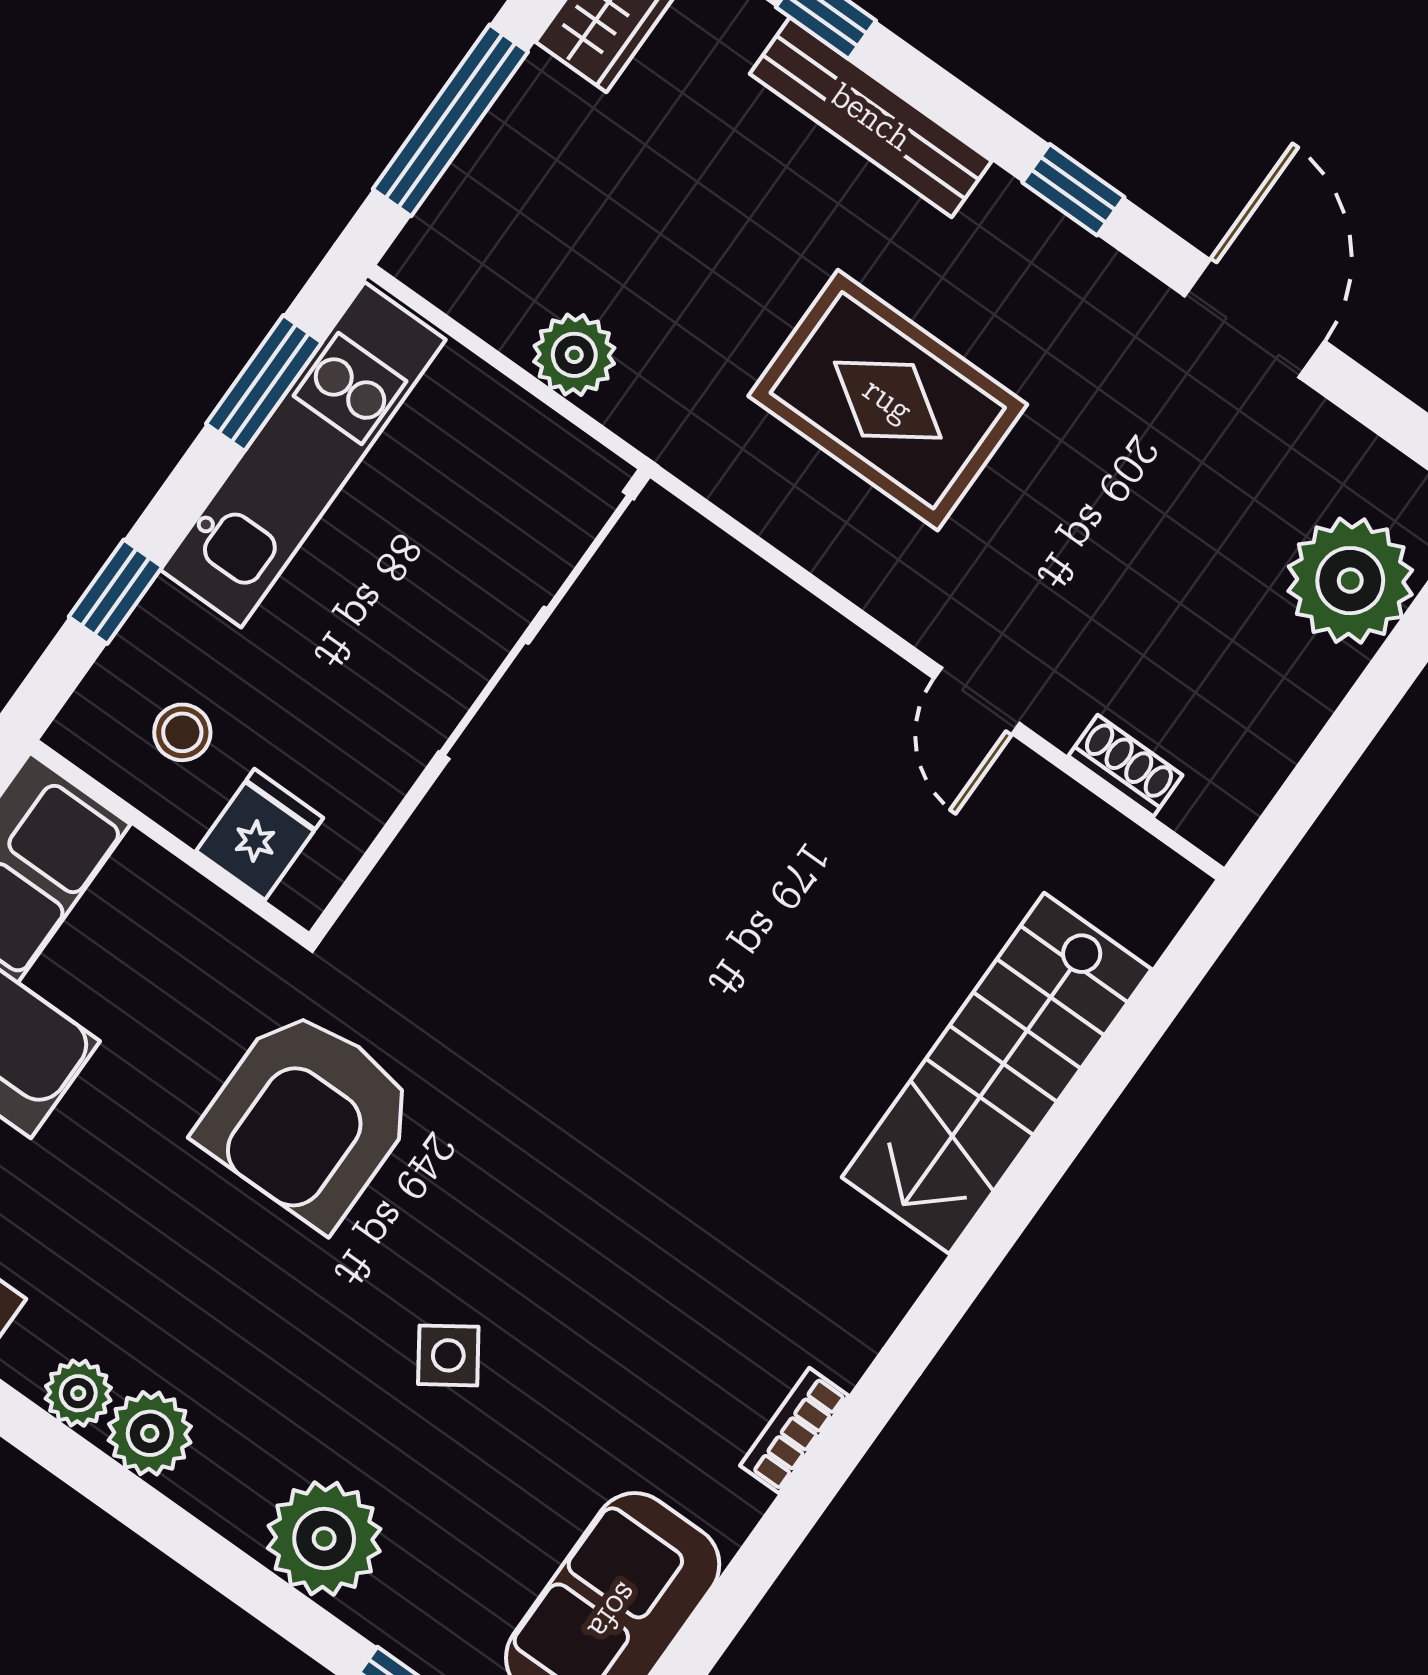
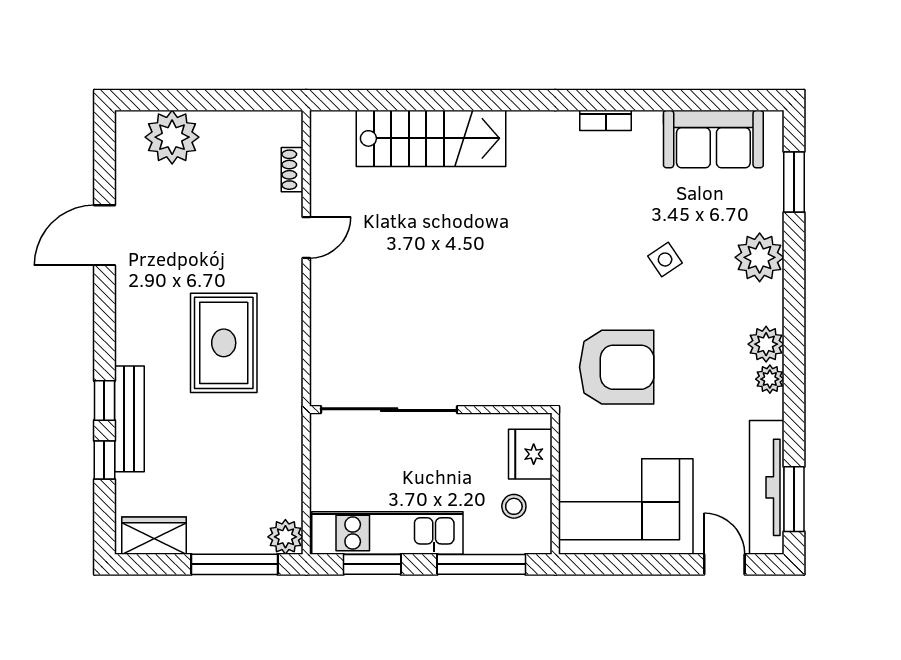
window: (1073, 190) -> (104, 400), moved
plant: (574, 355) -> (285, 537), moved
window: (115, 592) -> (481, 564), width x2.17
fridge: (260, 834) -> (530, 454), width x1.38

